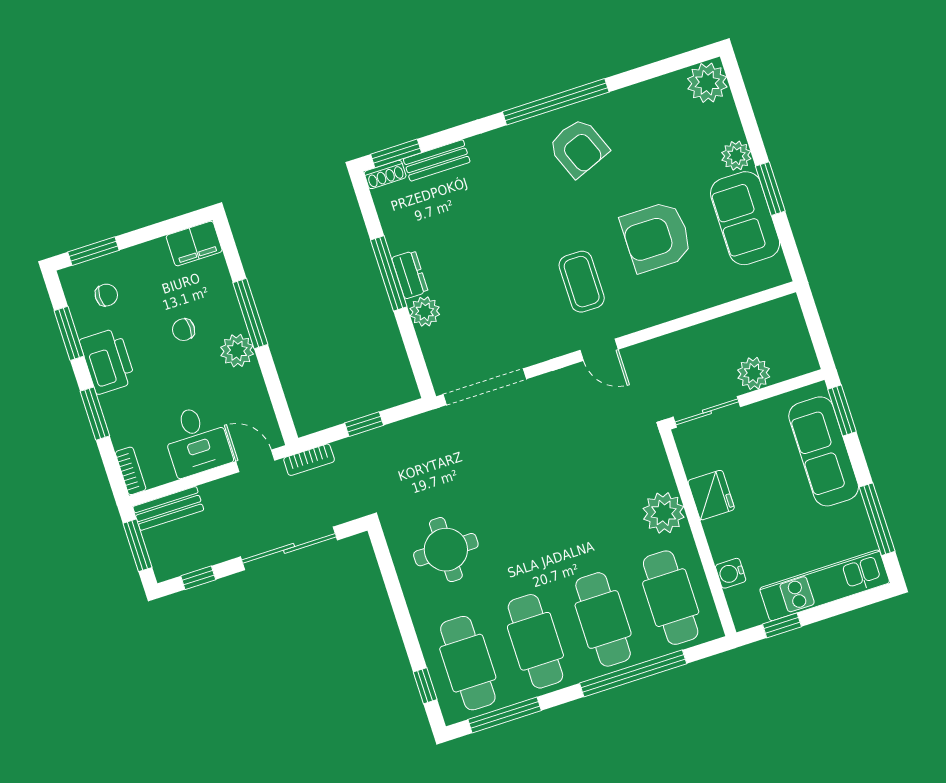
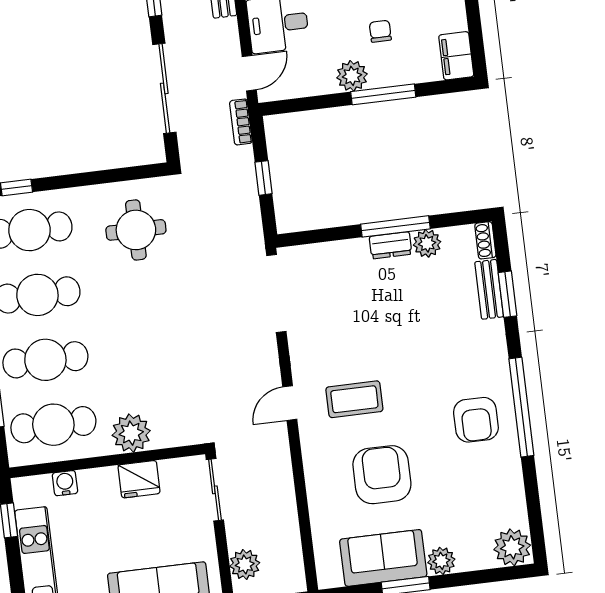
armchair: (579, 148) -> (476, 420), turned -68
window: (396, 153) -> (508, 294), moved
plant: (425, 312) -> (427, 243), moved
plant: (754, 373) -> (245, 564), moved

